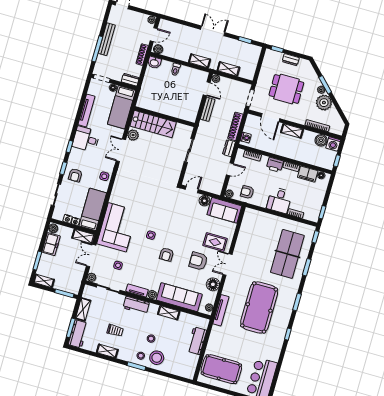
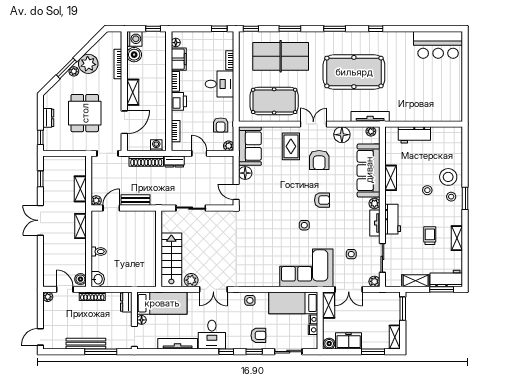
double door: (227, 264) -> (313, 124), swing flipped
pool table: (221, 369) -> (274, 101), moved, turned 90

